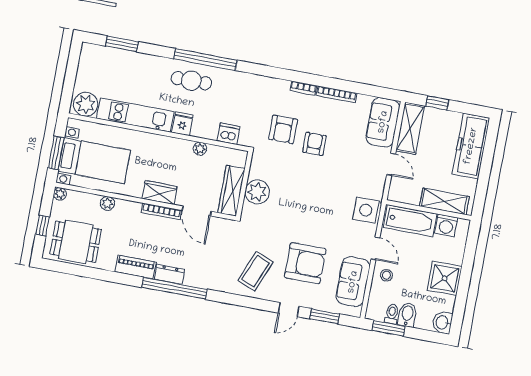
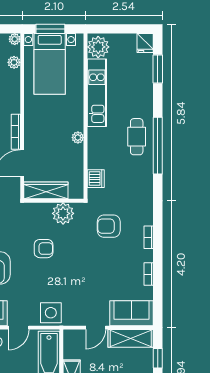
bookcase: (336, 94) -> (149, 274), width x0.64
fridge: (182, 124) -> (145, 43), moved, turned 90
armchair: (314, 144) -> (44, 249), moved
plant: (200, 149) -> (78, 138), moved
wardrobe: (160, 192) -> (32, 127), removed
plant: (257, 192) -> (63, 213), moved
plant: (107, 203) -> (14, 62), moved

